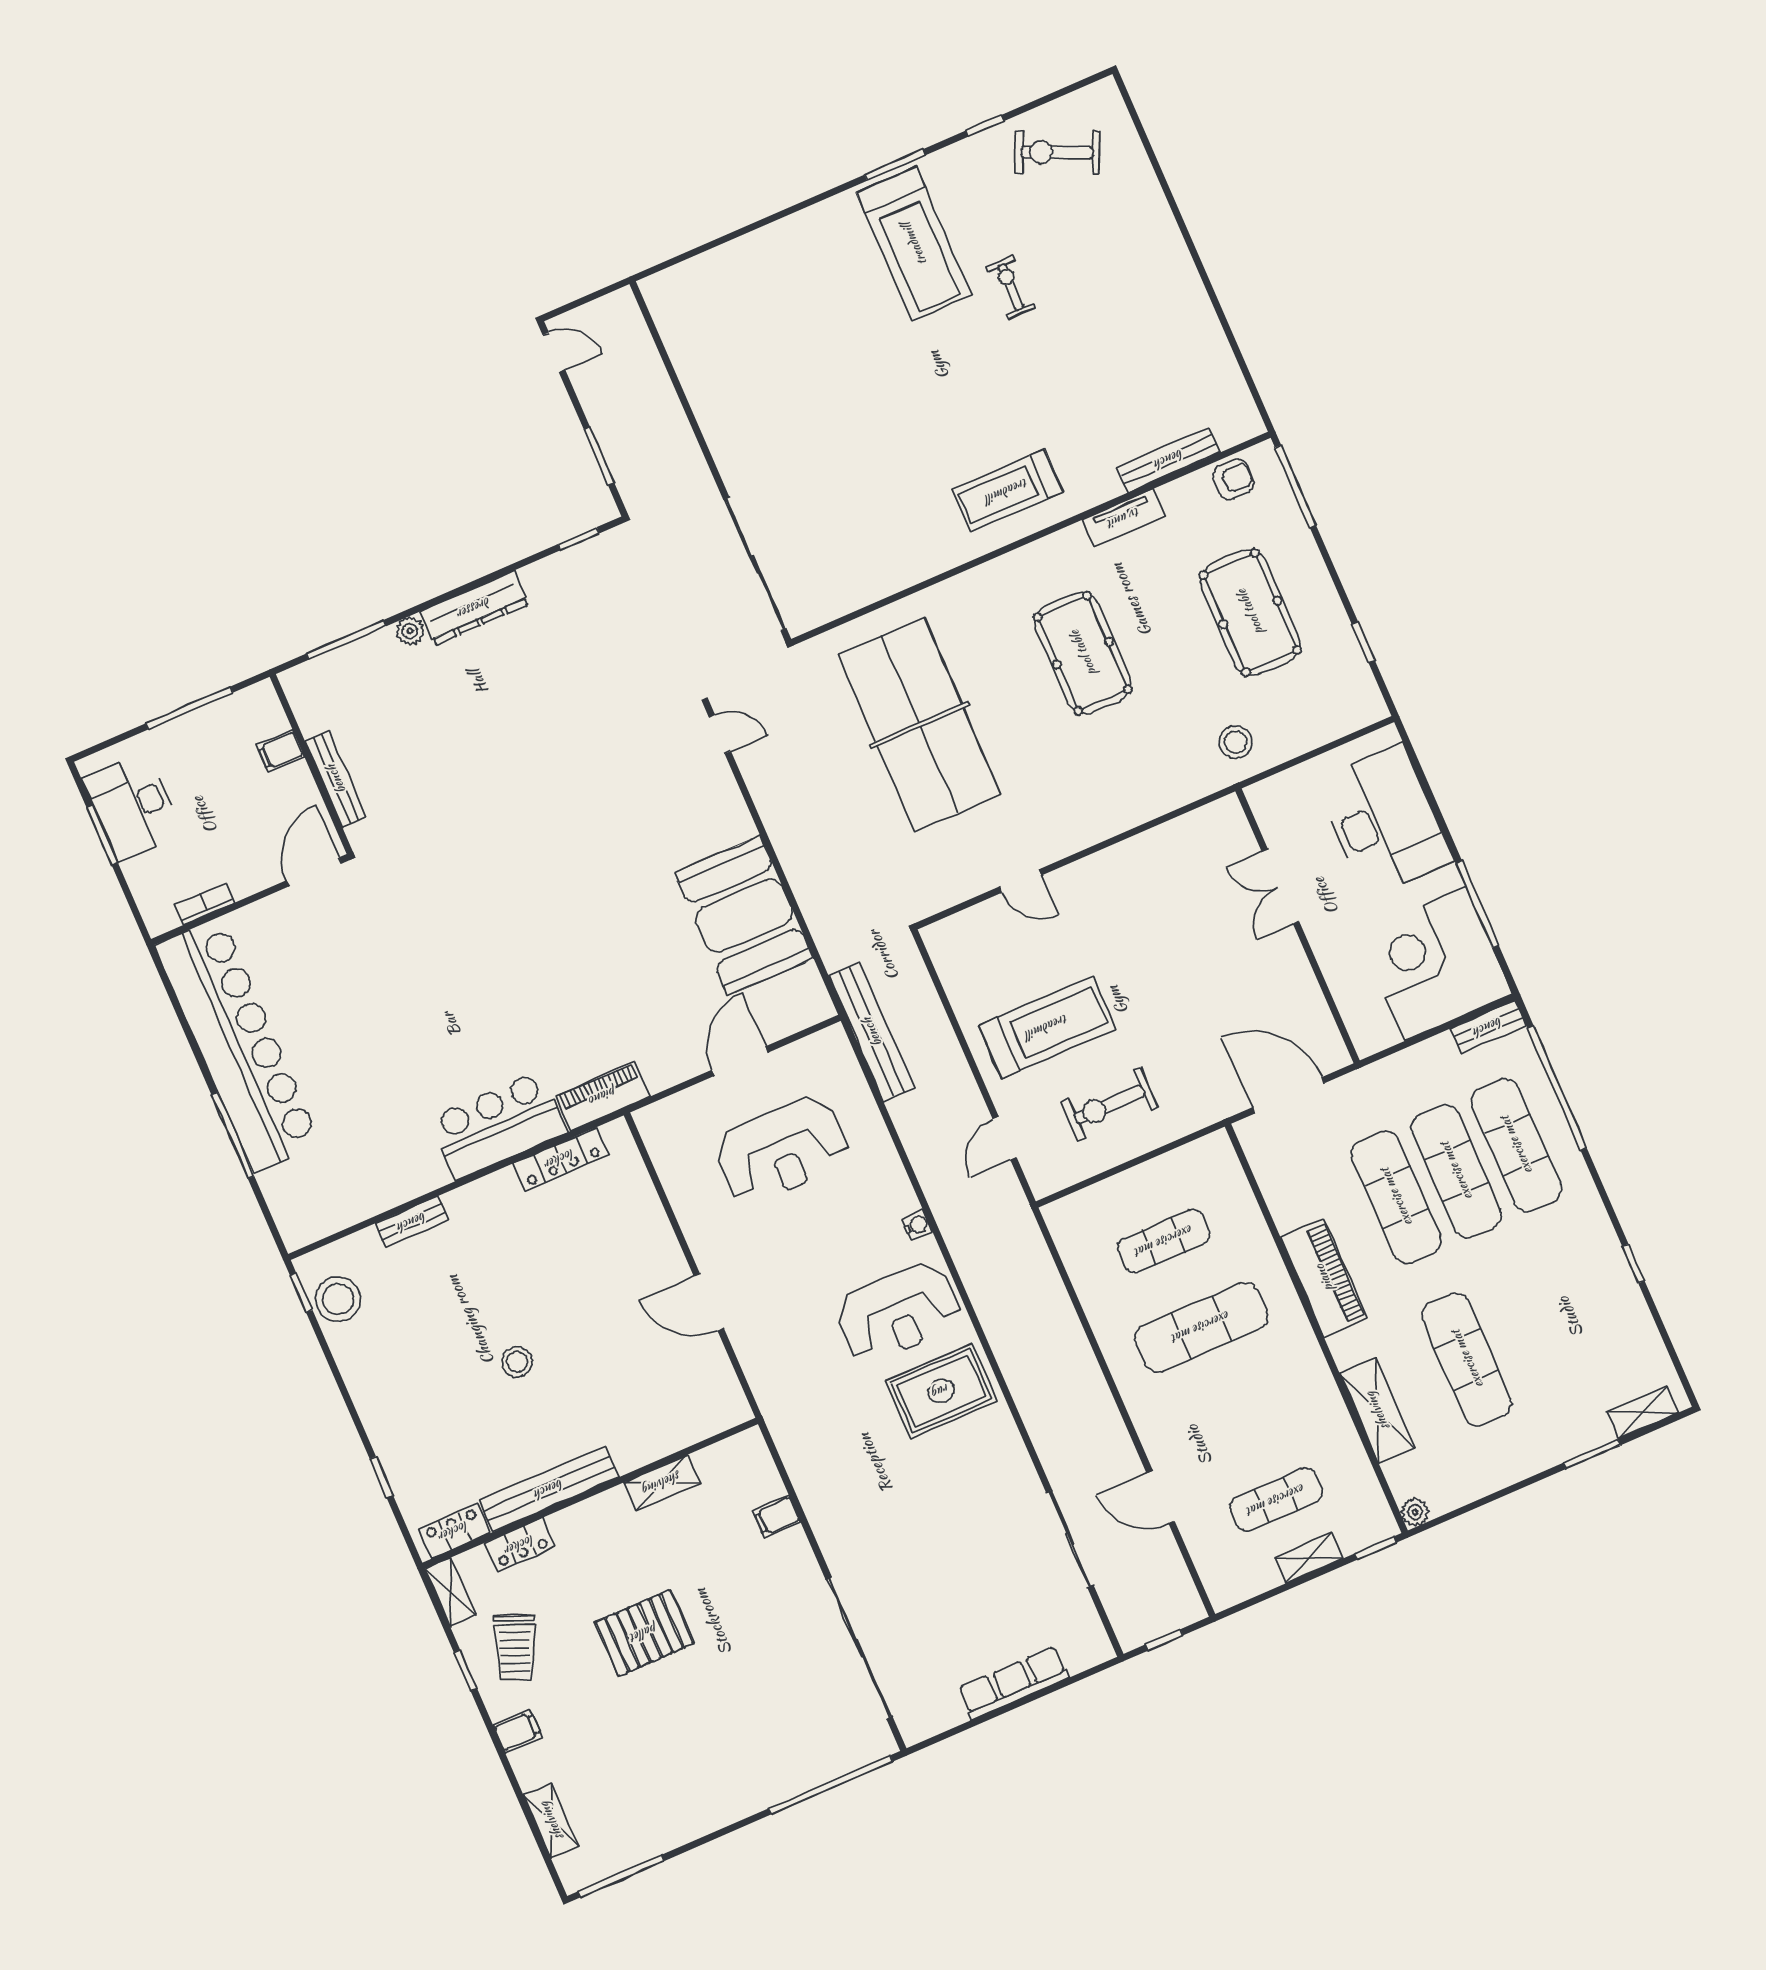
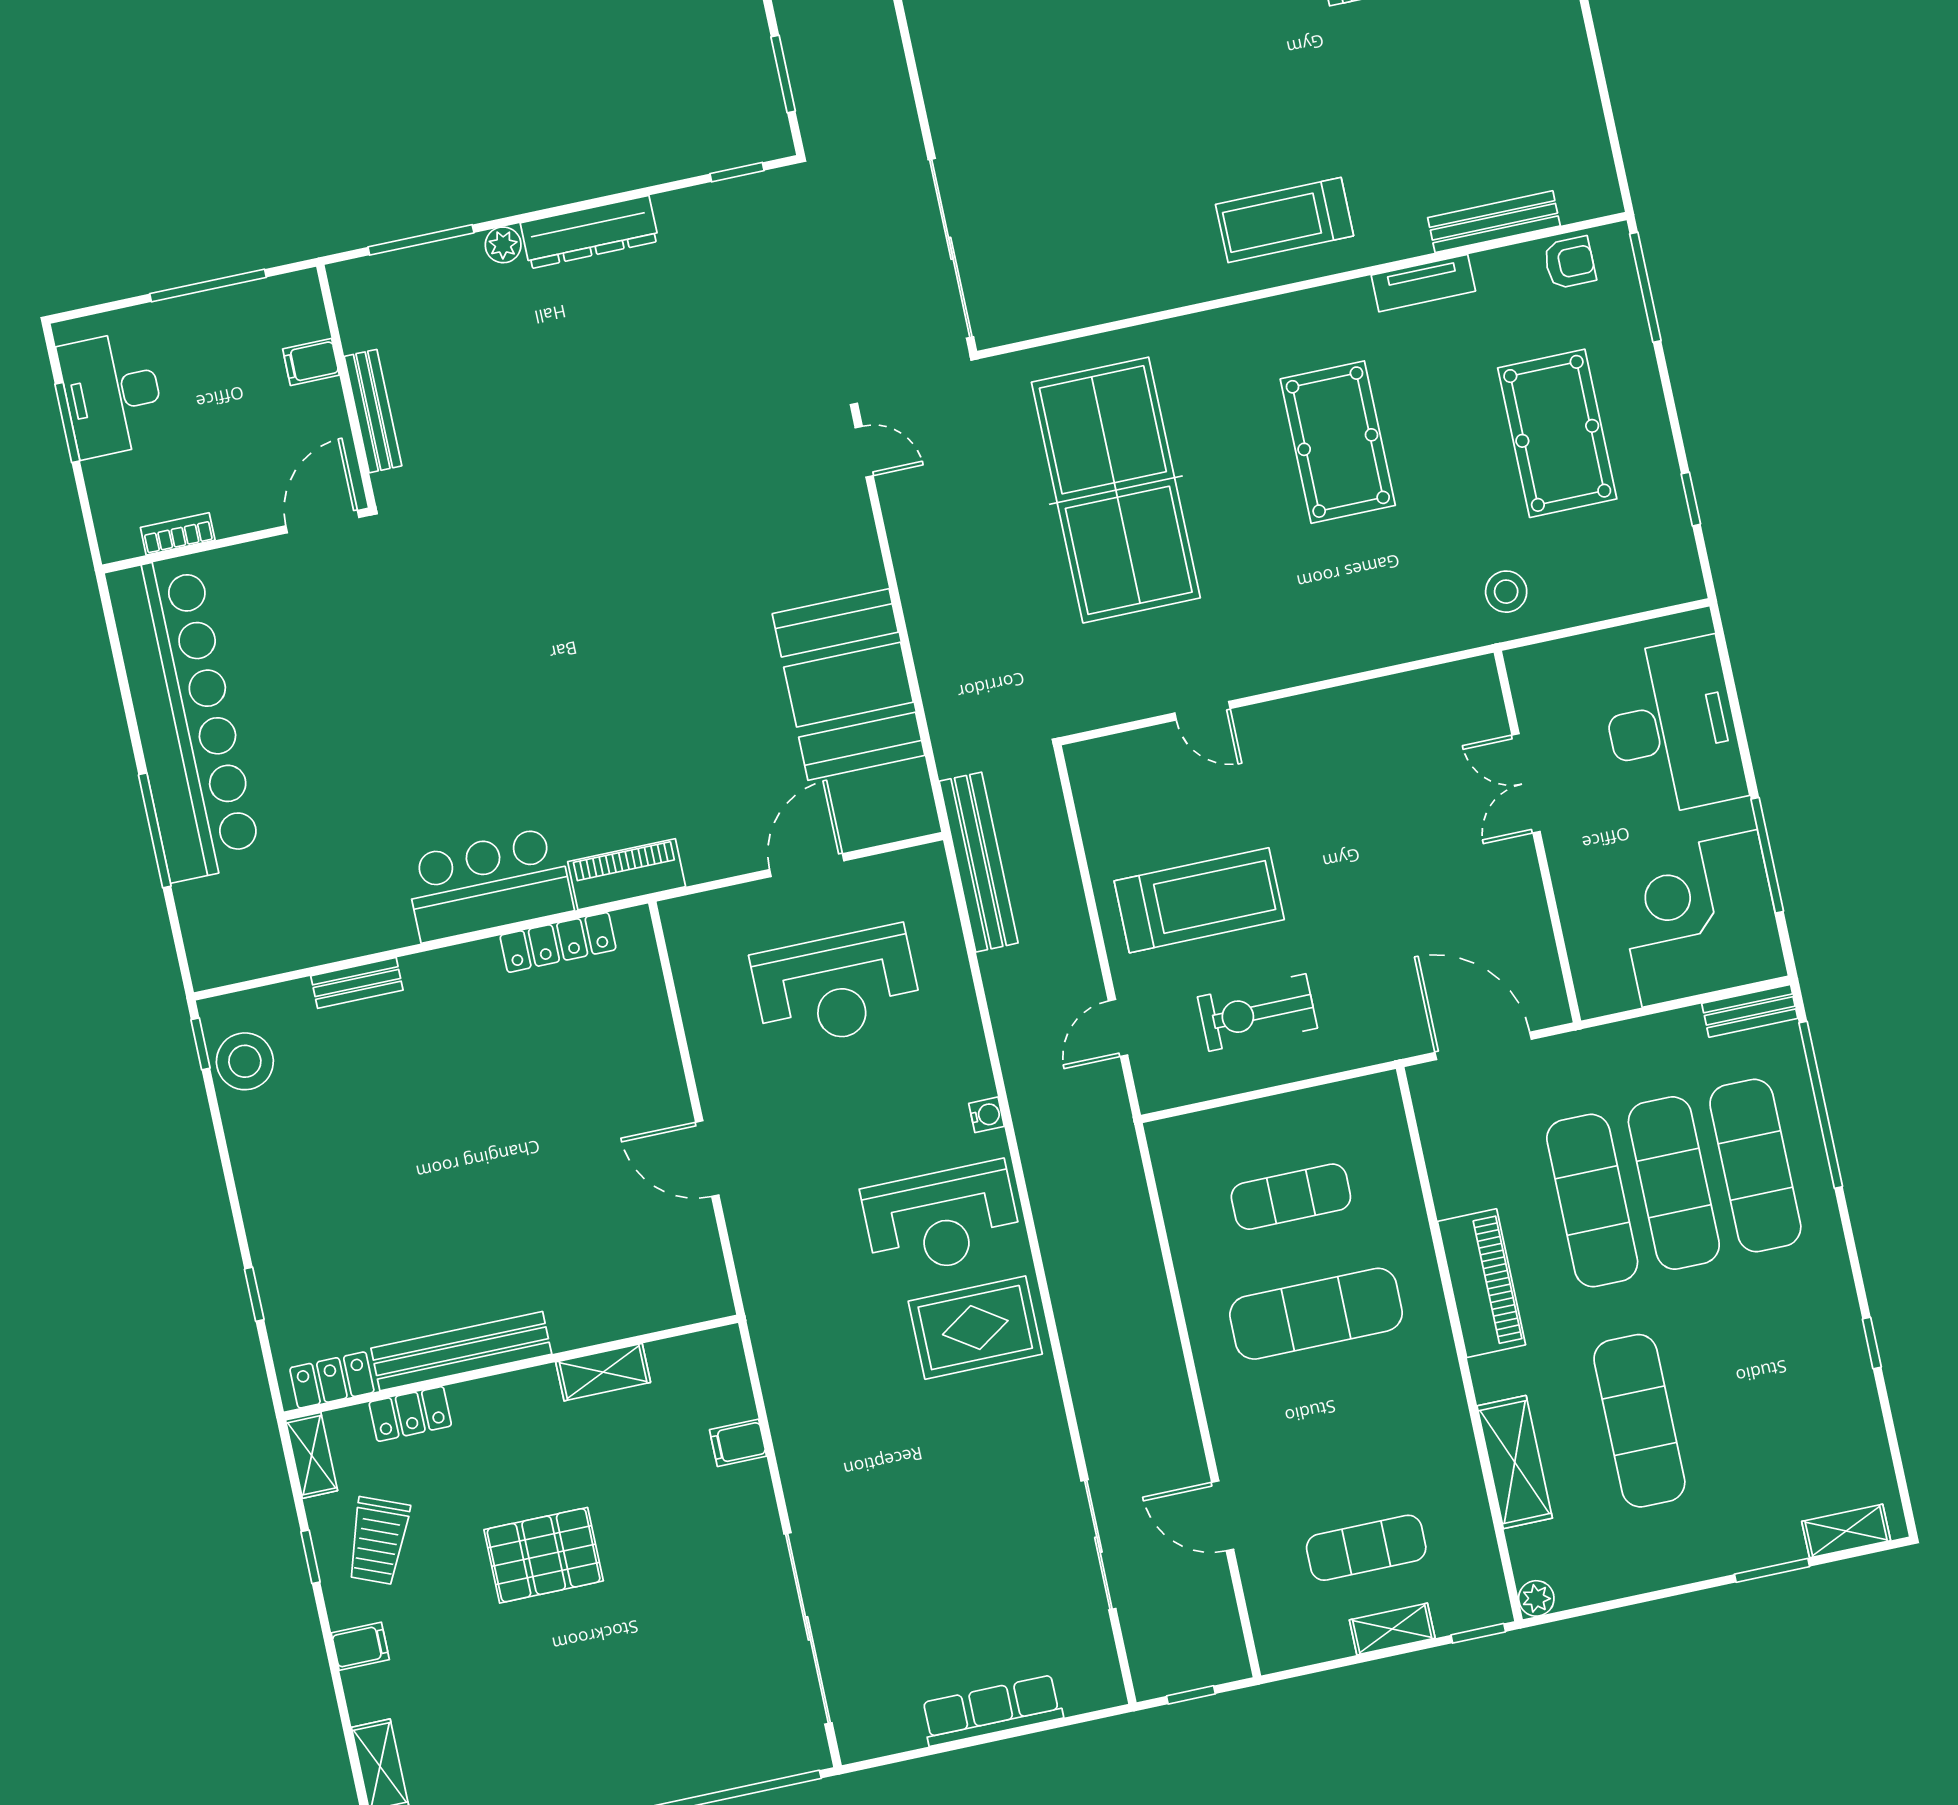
stool: (517, 1362) -> (453, 1185), removed

